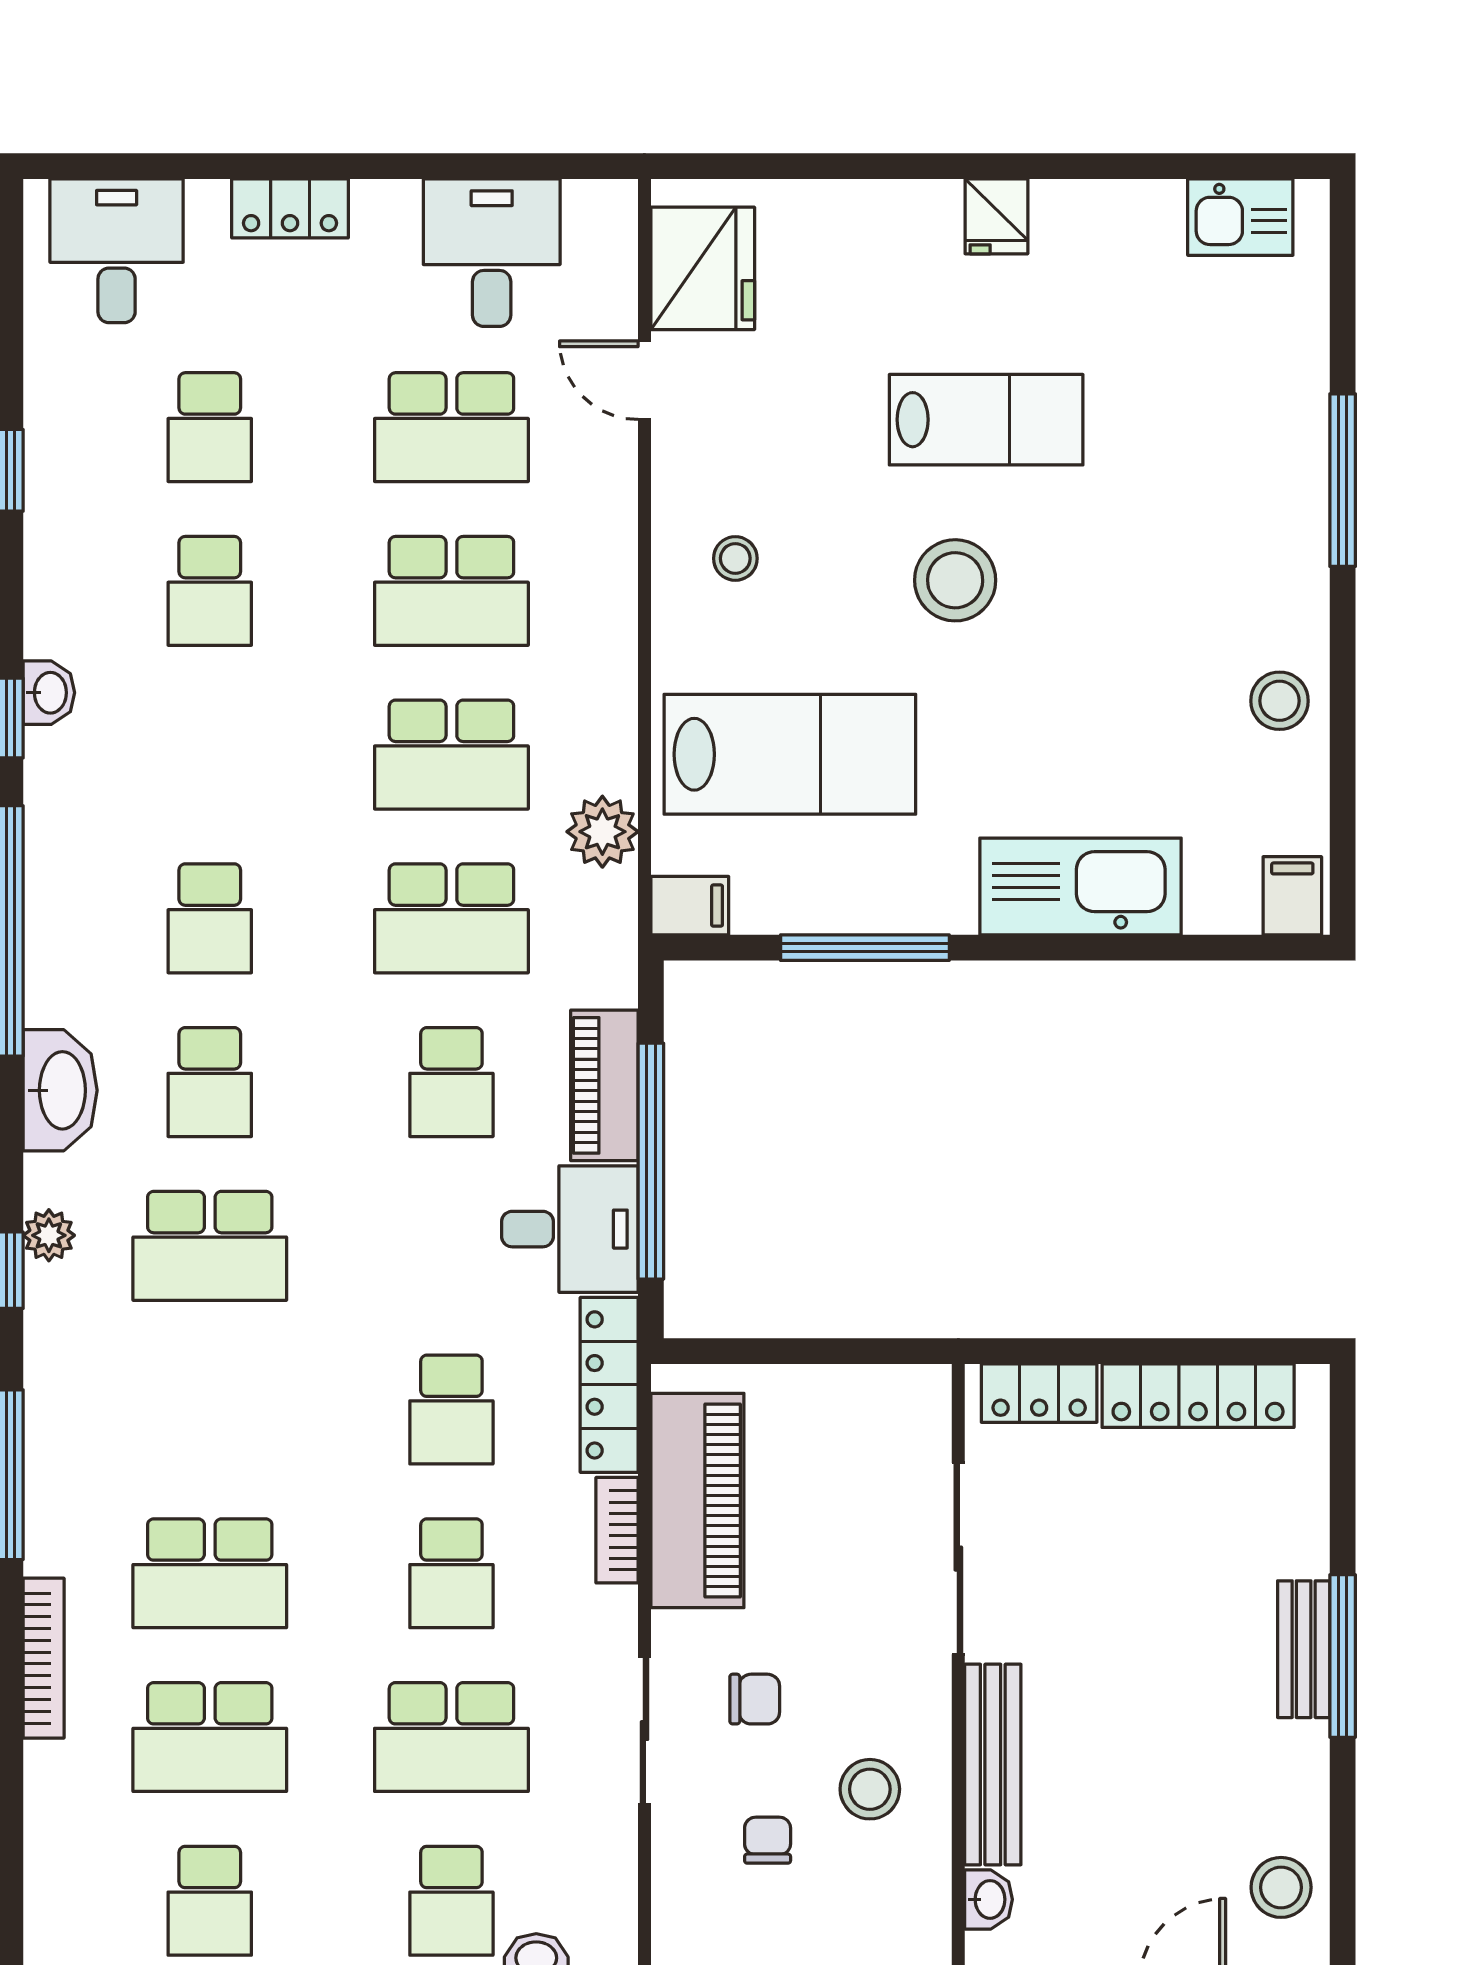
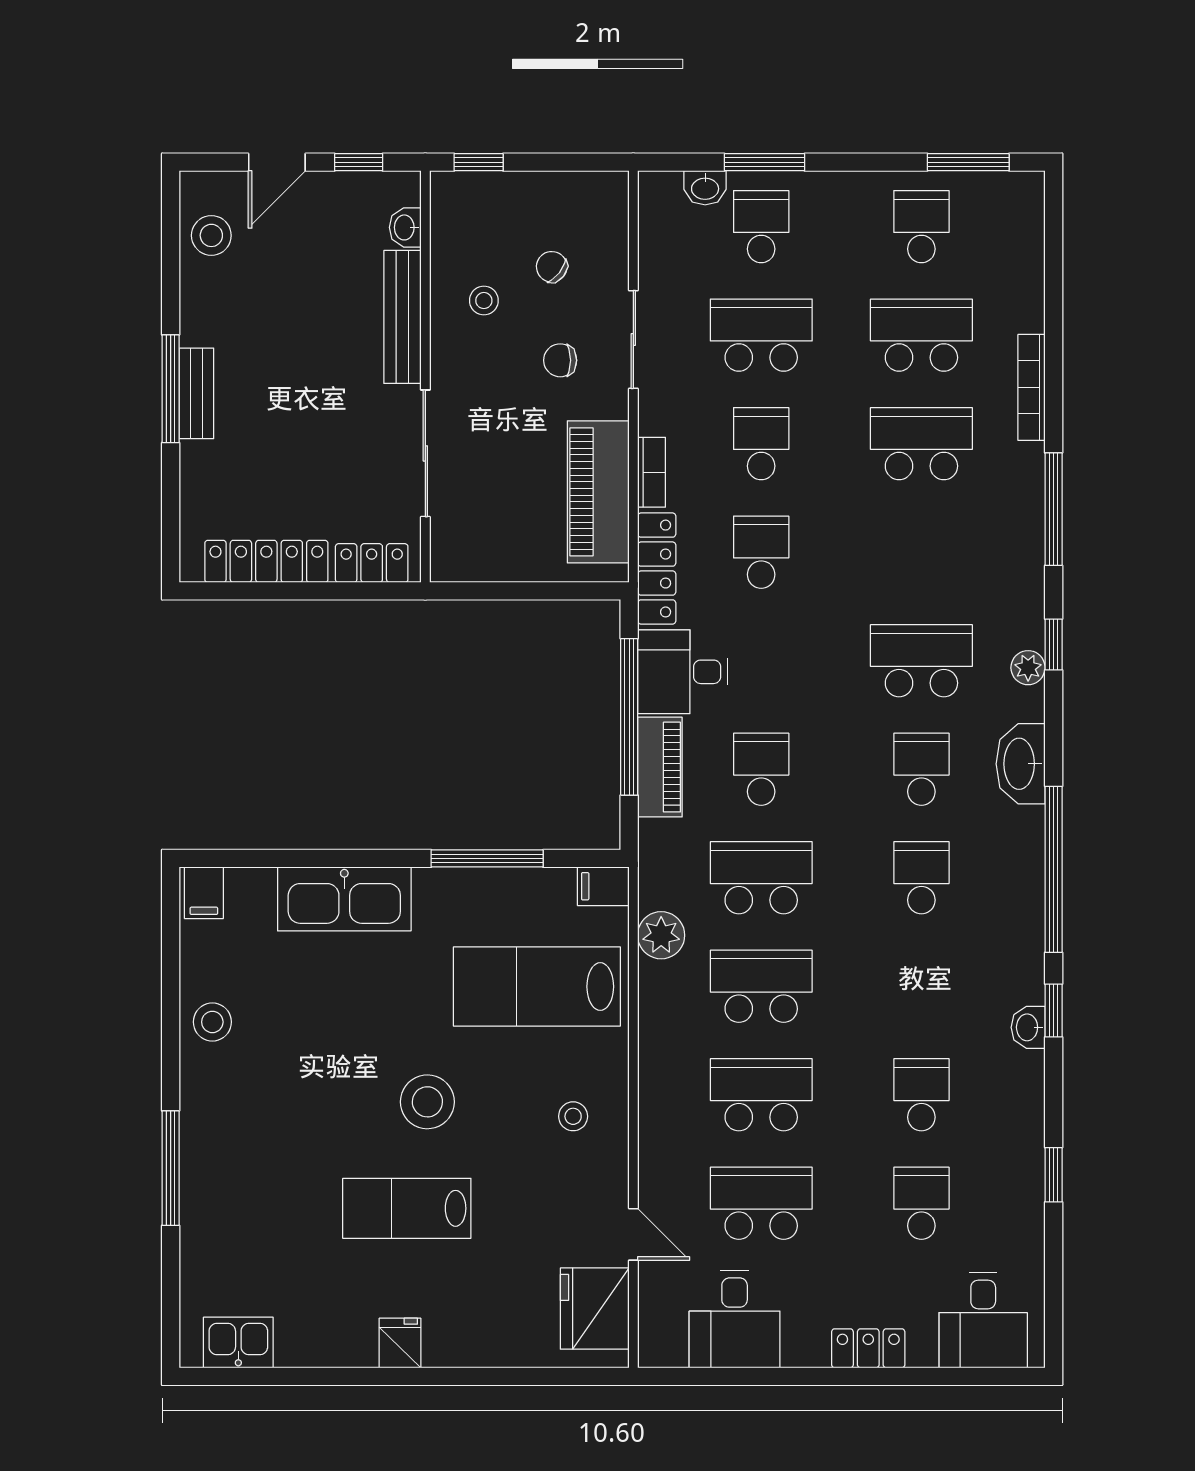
stool: (870, 1789) -> (484, 301), width x0.73, depth x0.73
chair: (768, 1840) -> (552, 267), turned 128

